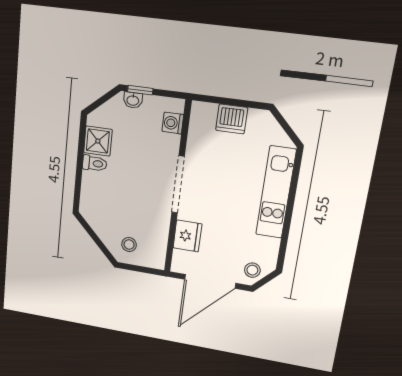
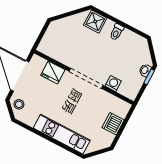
washing machine: (173, 123) -> (113, 84), moved
shower: (98, 141) -> (95, 22), moved
stool: (129, 244) -> (59, 34), removed

